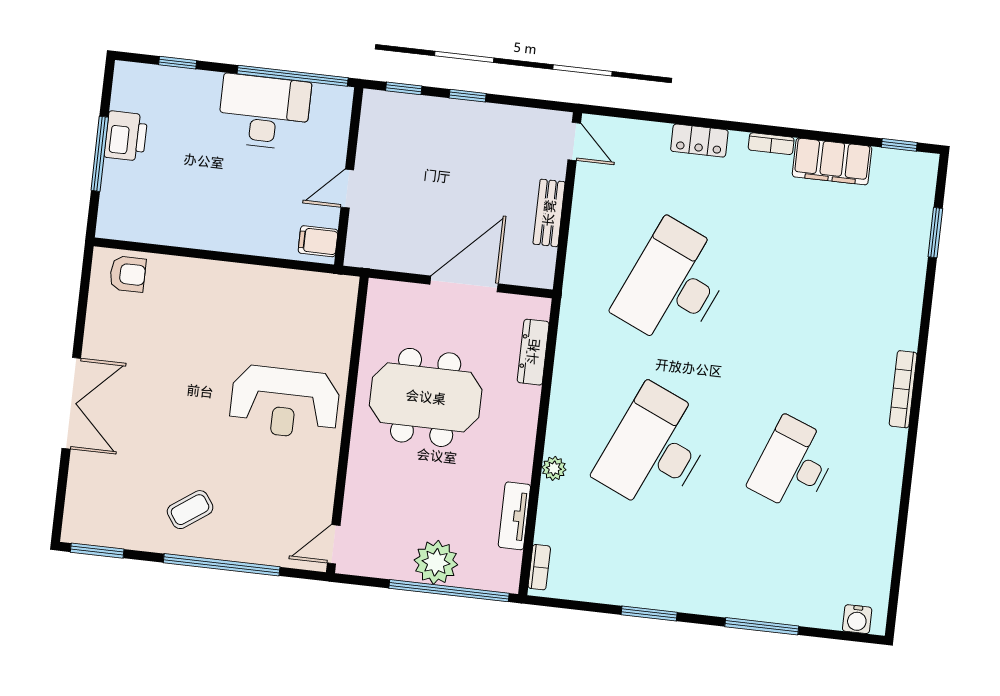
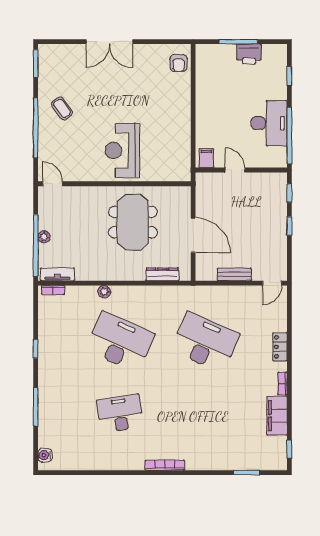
desk: (793, 465) -> (120, 414), turned -30
tv unit: (514, 516) -> (57, 274), moved
plant: (436, 562) -> (44, 237), width x0.53, depth x0.53
window: (649, 613) -> (36, 349), width x0.67

